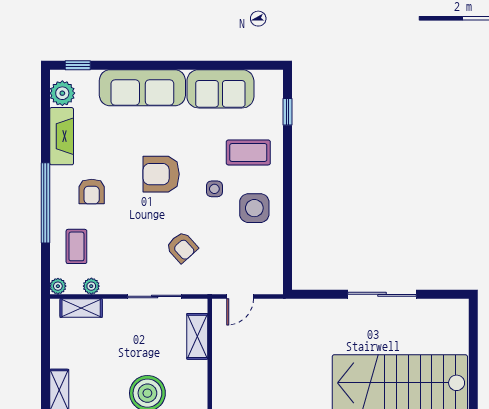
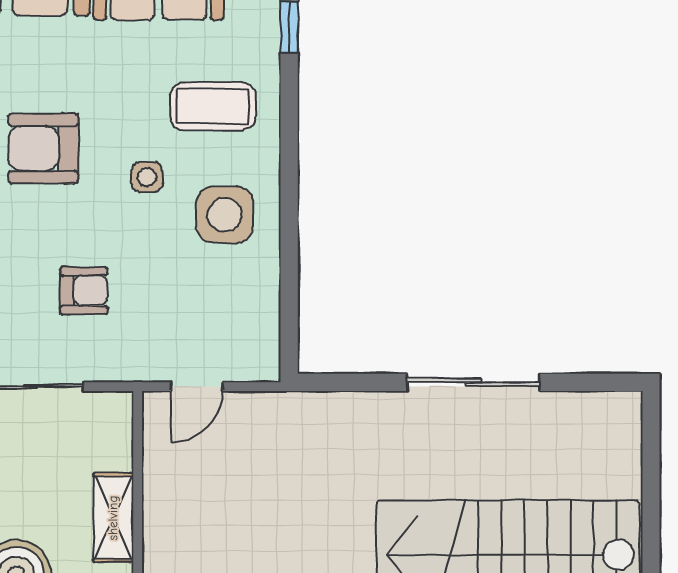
armchair: (182, 247) -> (84, 291), turned -48
shelving: (197, 336) -> (113, 518), moved

